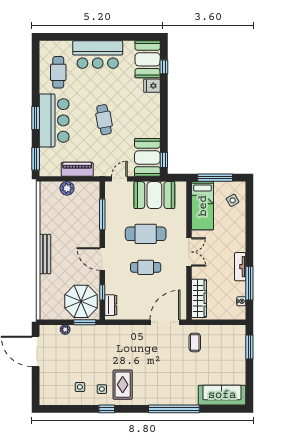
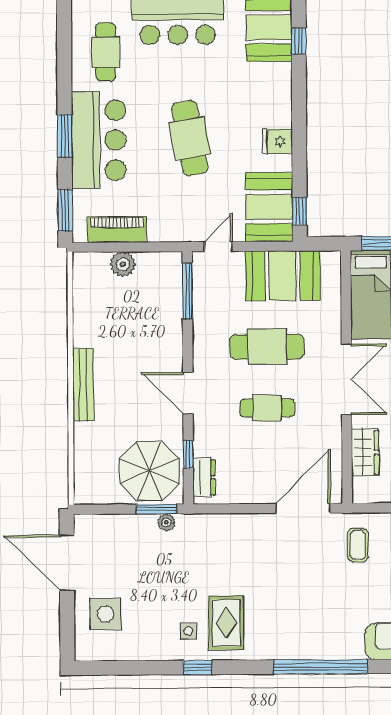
fridge: (152, 86) -> (278, 141), moved
cafe table: (104, 120) -> (190, 138), width x1.37, depth x1.35
piano: (77, 169) -> (117, 230), moved
window: (102, 214) -> (187, 291), moved
double door: (189, 252) -> (346, 379), width x1.37
wardrobe: (199, 298) -> (365, 452), width x0.67
plant: (65, 330) -> (166, 522), moved
side table: (80, 387) -> (106, 614), moved, width x1.87, depth x1.87

